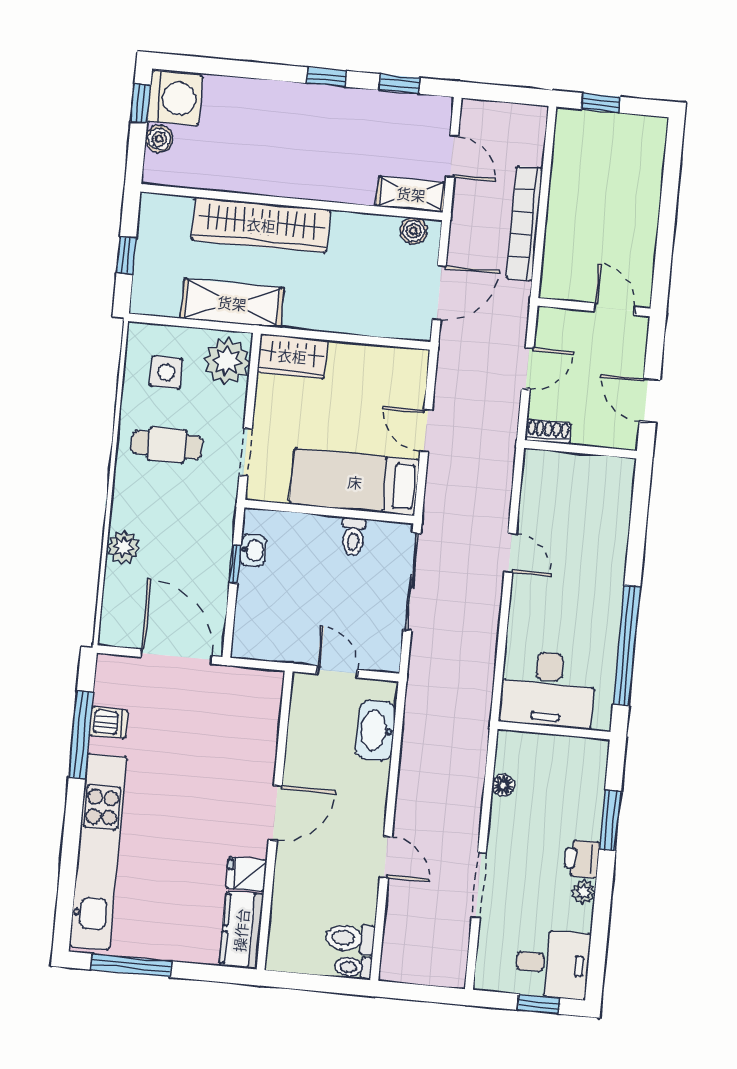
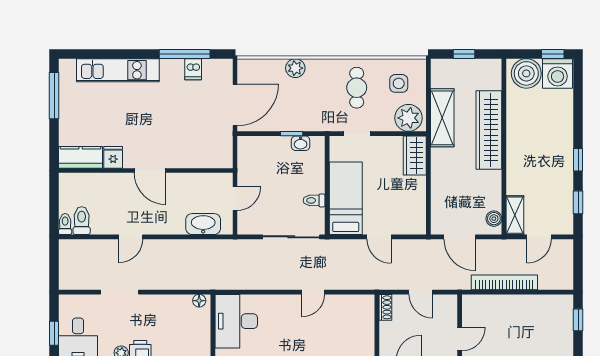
boiler: (159, 139) -> (526, 73), width x1.86, depth x1.86
door: (426, 431) -> (379, 237), swing flipped
floor lamp: (503, 785) -> (199, 301), moved
kitchen unit: (98, 852) -> (118, 70), width x0.73

